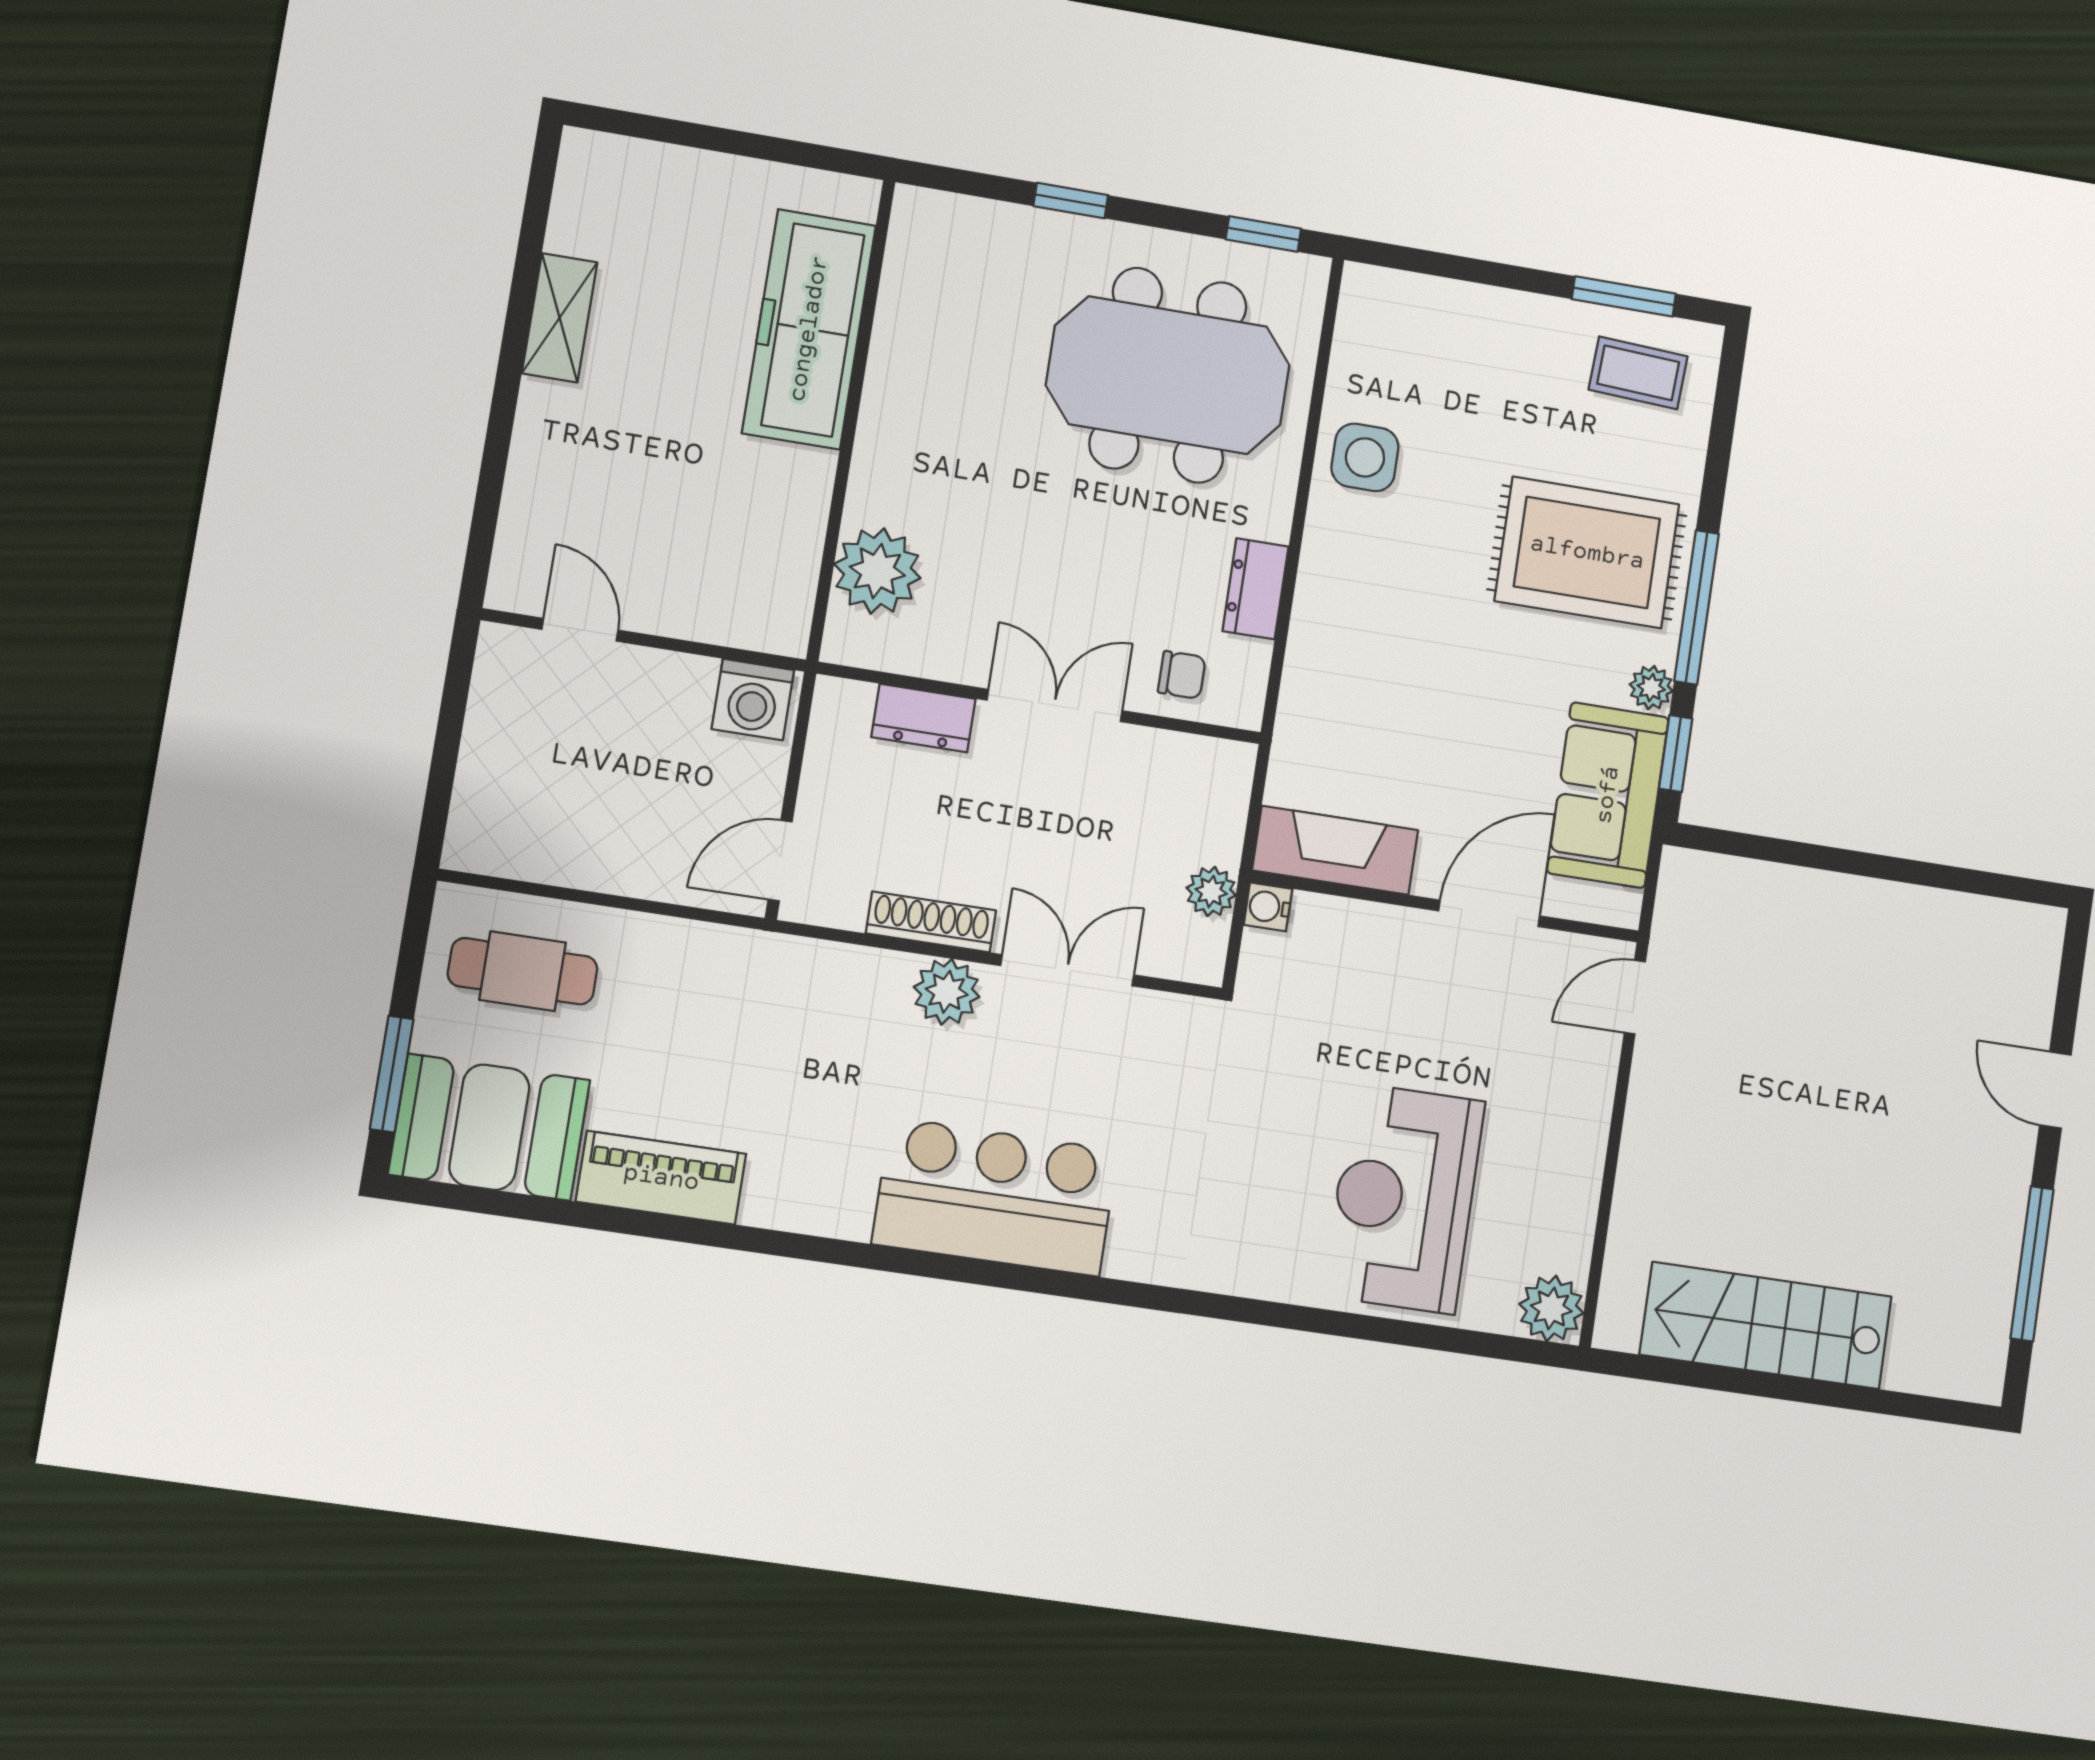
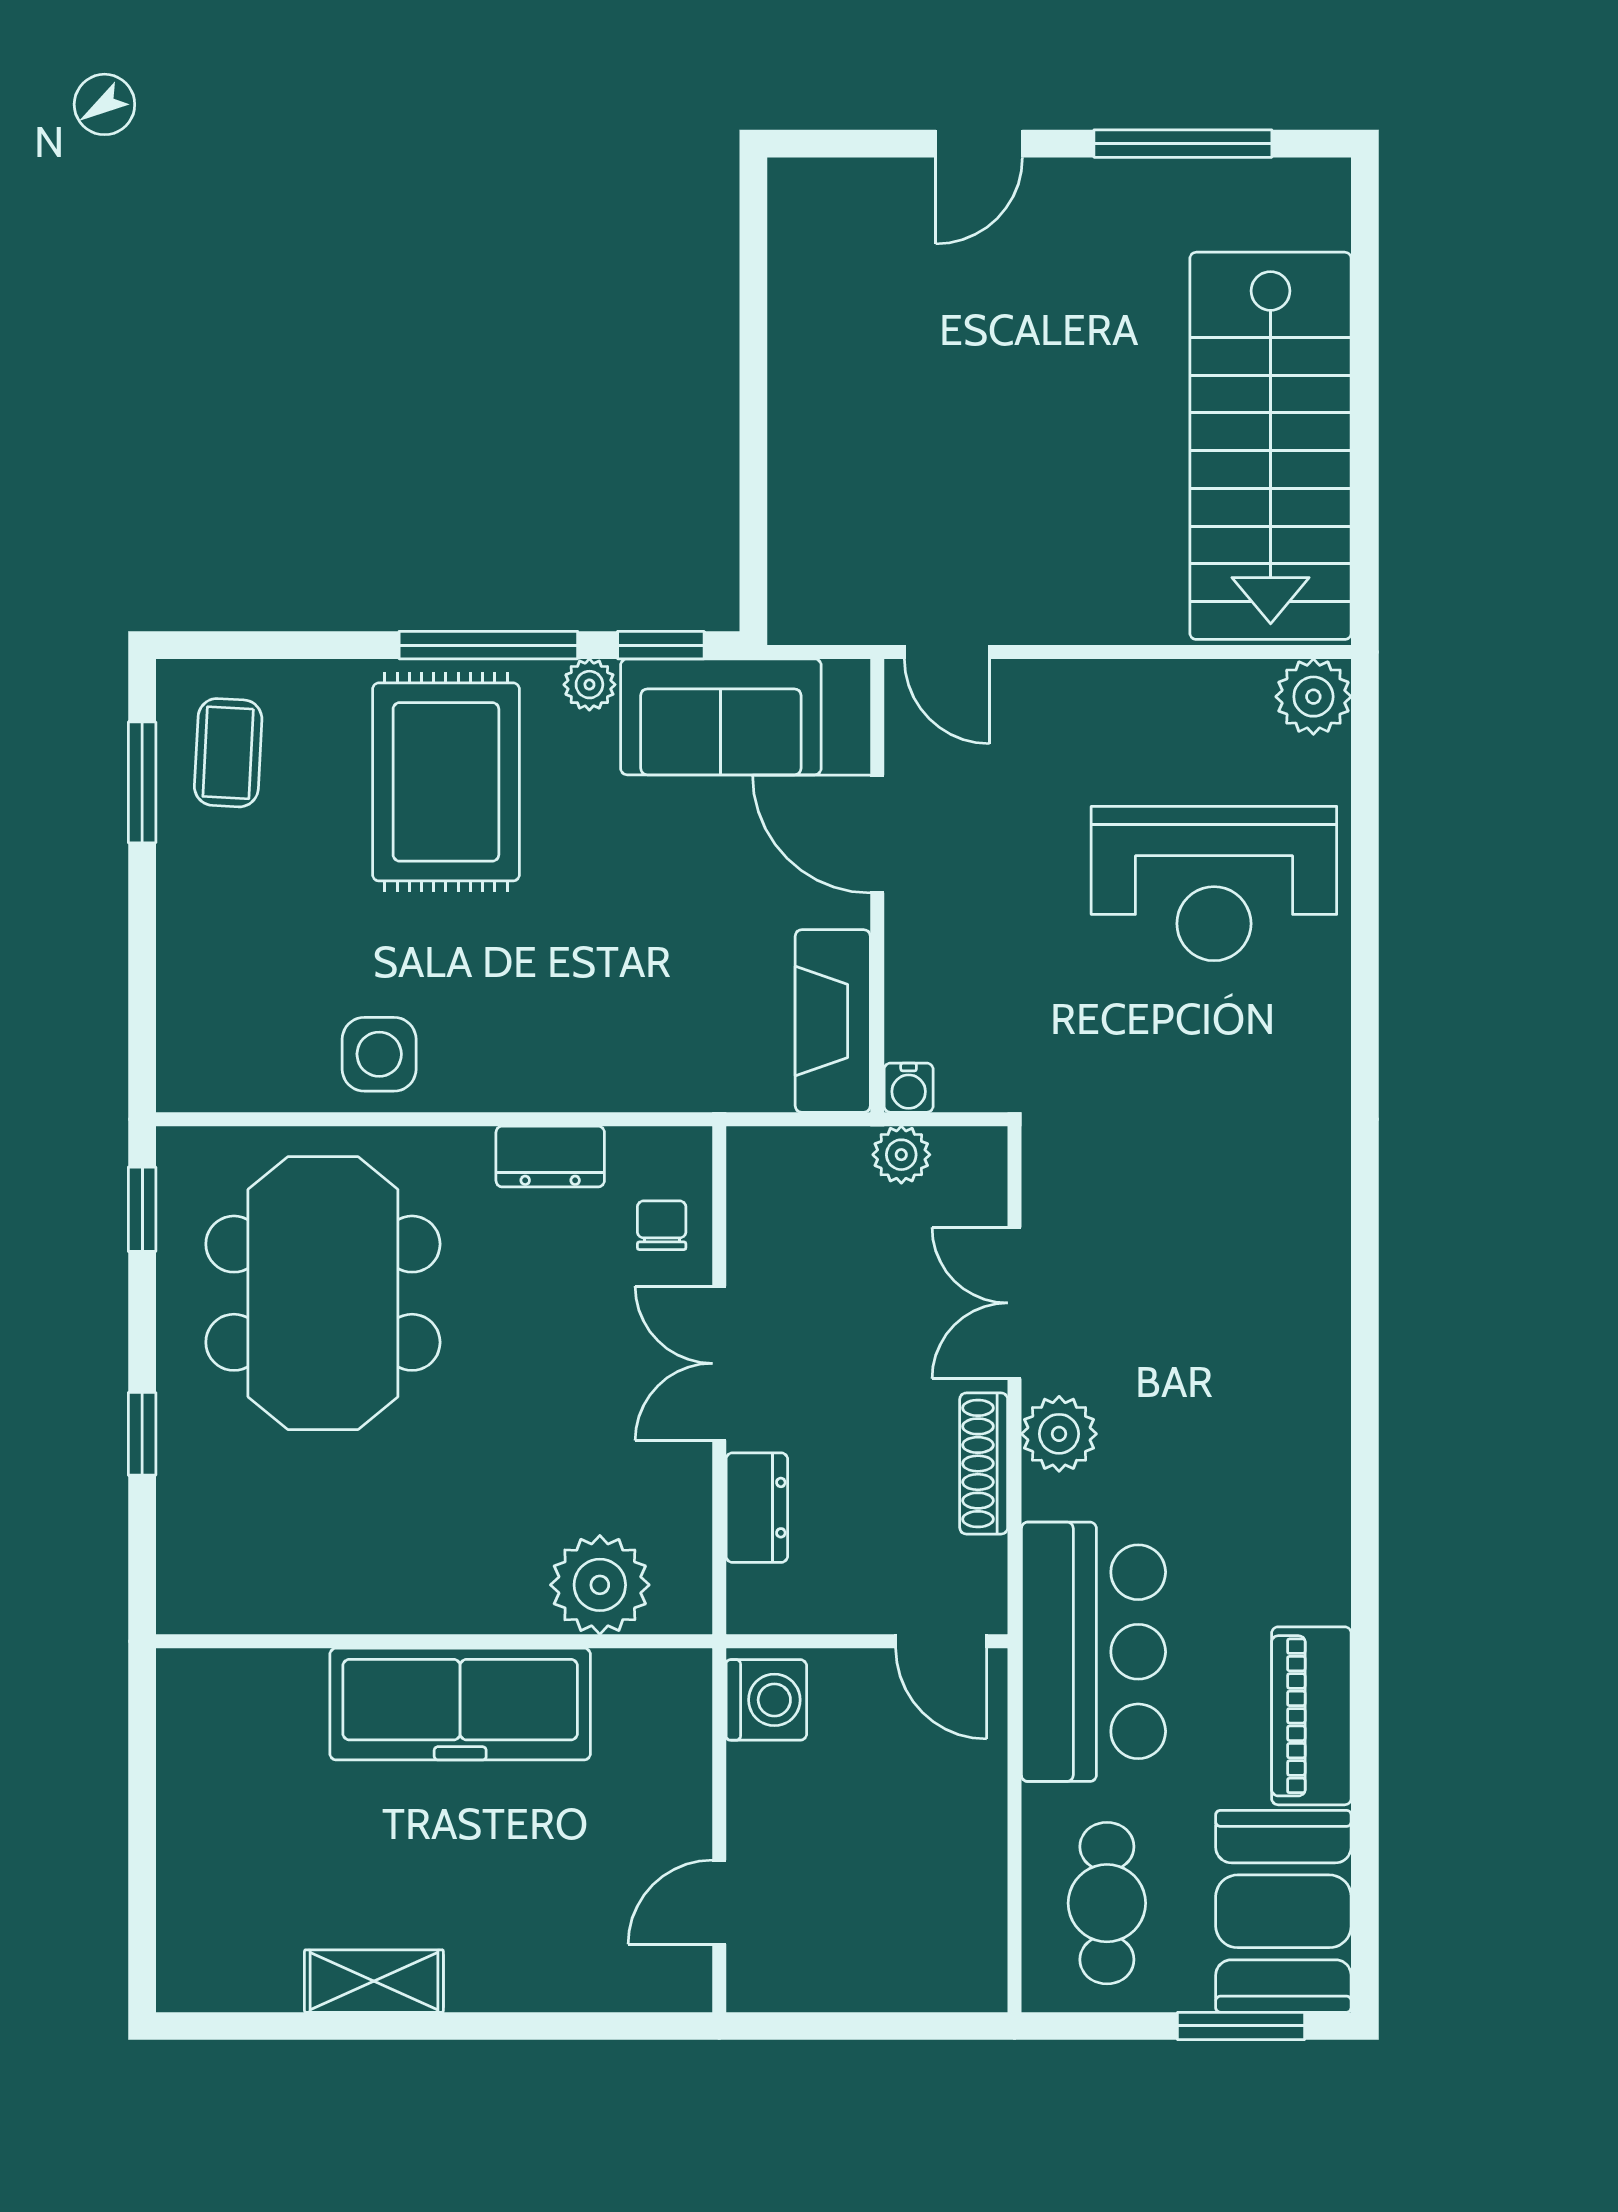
freezer: (809, 329) -> (460, 1704), moved
bar counter: (995, 1197) -> (1093, 1652), moved, turned 180
stairs: (1766, 1326) -> (1271, 446), width x1.36, depth x1.51

